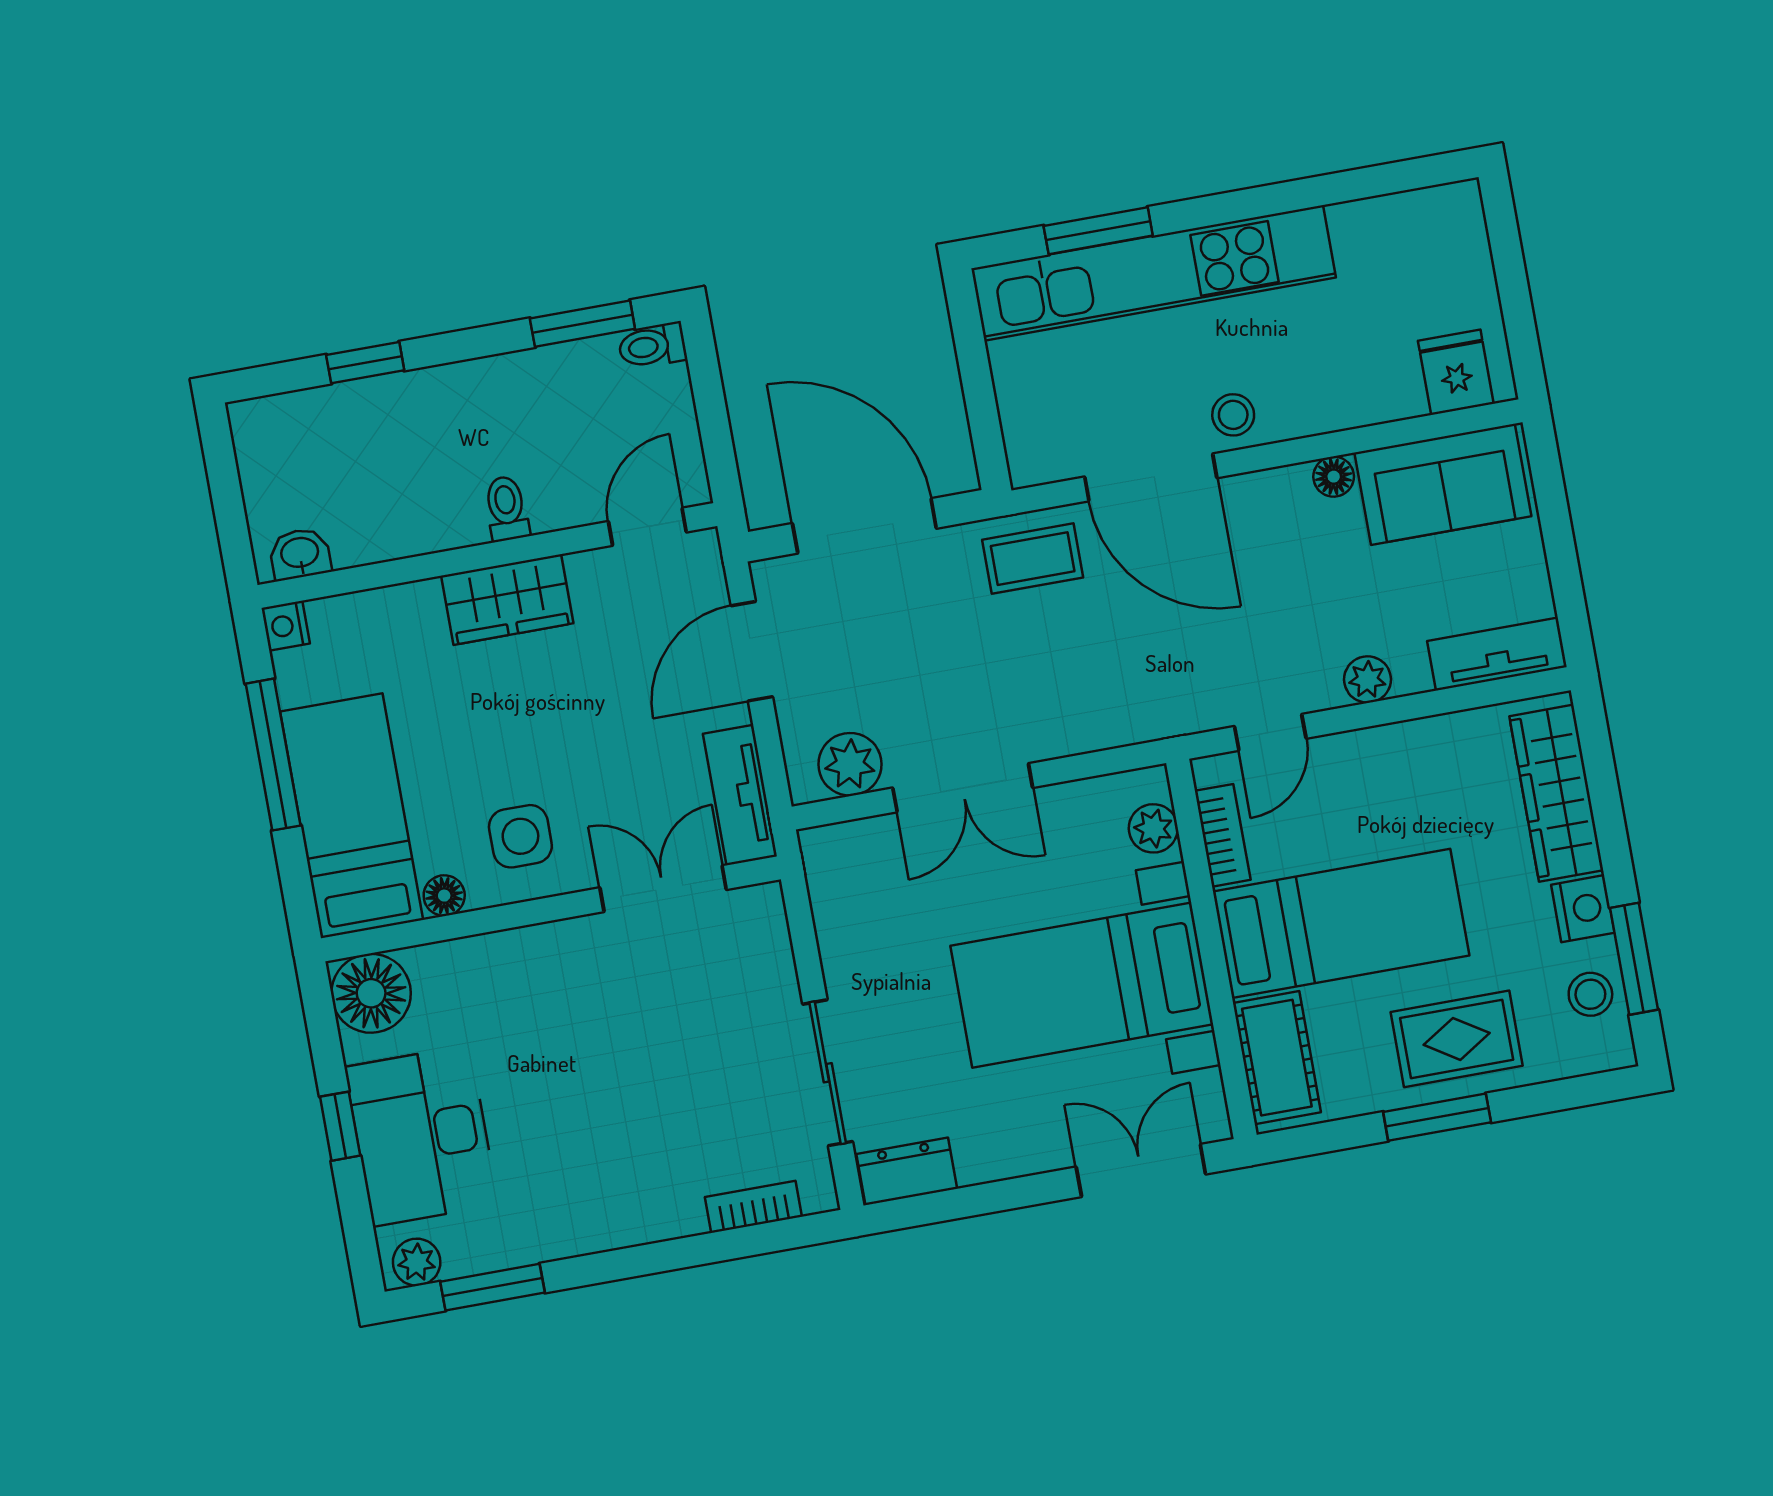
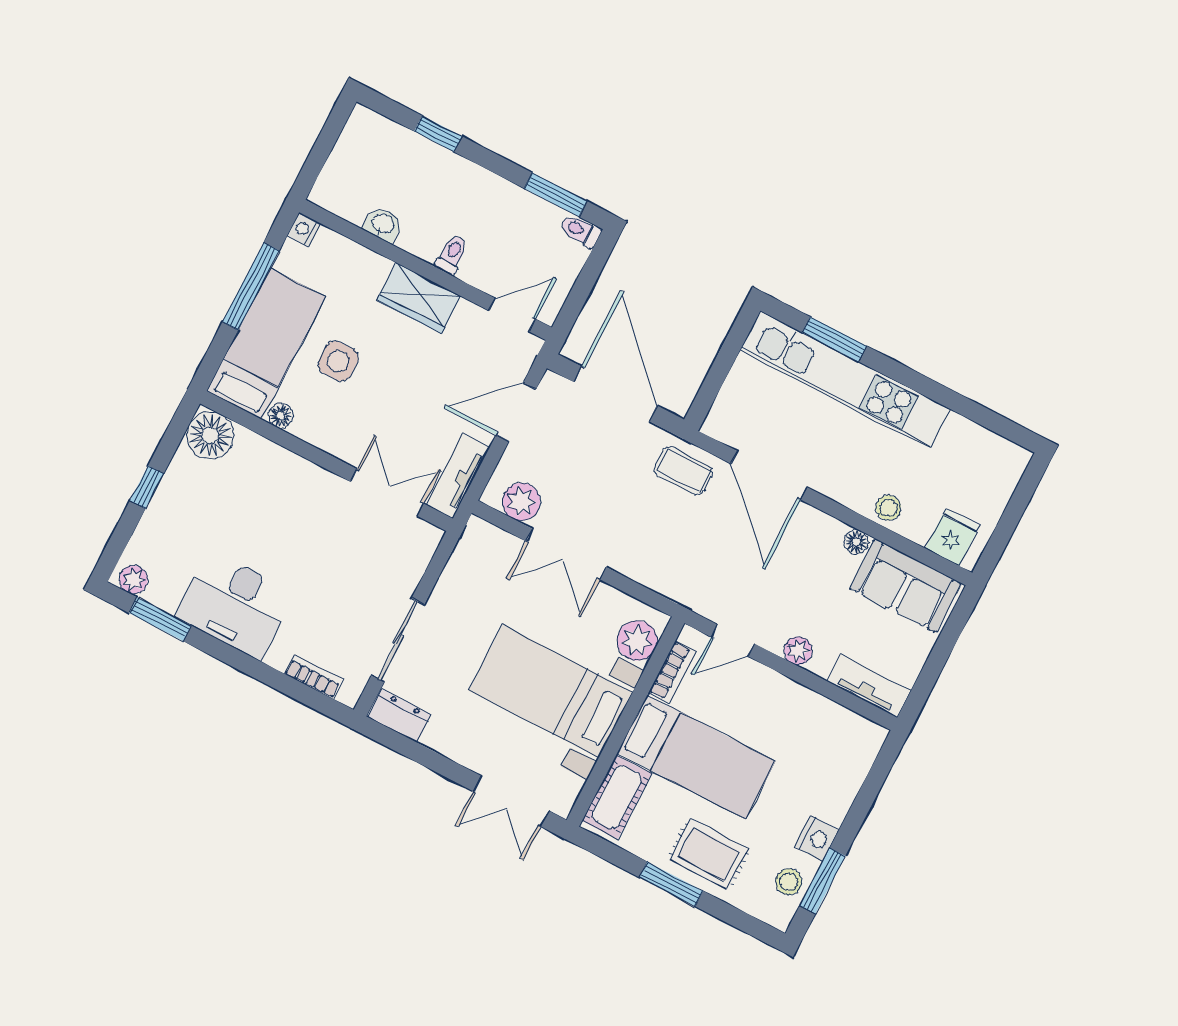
stool: (1233, 415) -> (888, 508), moved
washbasin: (300, 554) -> (383, 224), moved
wardrobe: (1556, 793) -> (846, 774), removed
plant: (1153, 828) -> (637, 641), width x1.38, depth x1.38
side table: (520, 836) -> (338, 361), moved
desk: (421, 1136) -> (235, 605), moved, turned -90
double door: (1141, 1171) -> (511, 801), swing flipped

